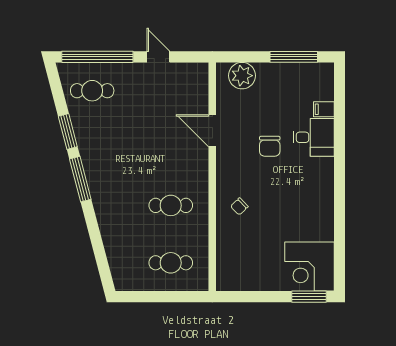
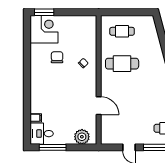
desk: (314, 137) -> (42, 134), moved
chair: (270, 146) -> (57, 57), moved
cafe table: (171, 205) -> (122, 64), width x1.37, depth x1.35

